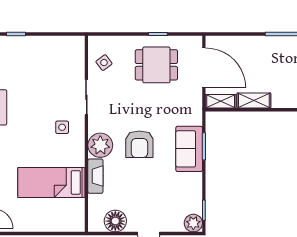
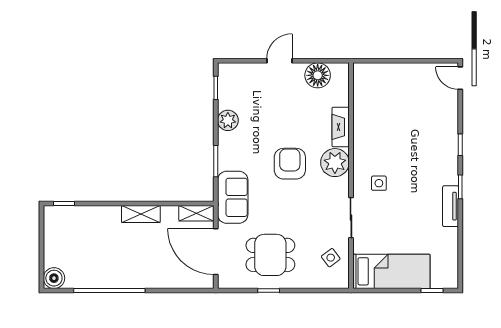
shelving: (254, 101) -> (141, 214), moved
sofa: (189, 149) -> (233, 197), moved
bed: (51, 182) -> (391, 271), moved
plant: (193, 223) -> (228, 120), moved

